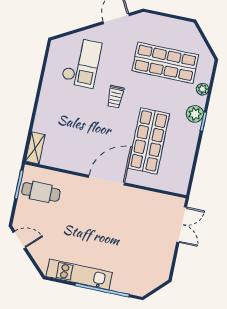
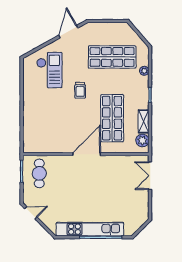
plant: (195, 114) -> (142, 140), moved
shelving: (35, 148) -> (144, 121), moved
cafe table: (41, 192) -> (39, 173), turned 90
double door: (182, 225) -> (150, 176), swing flipped
kitchen unit: (79, 274) -> (90, 229), width x1.36

